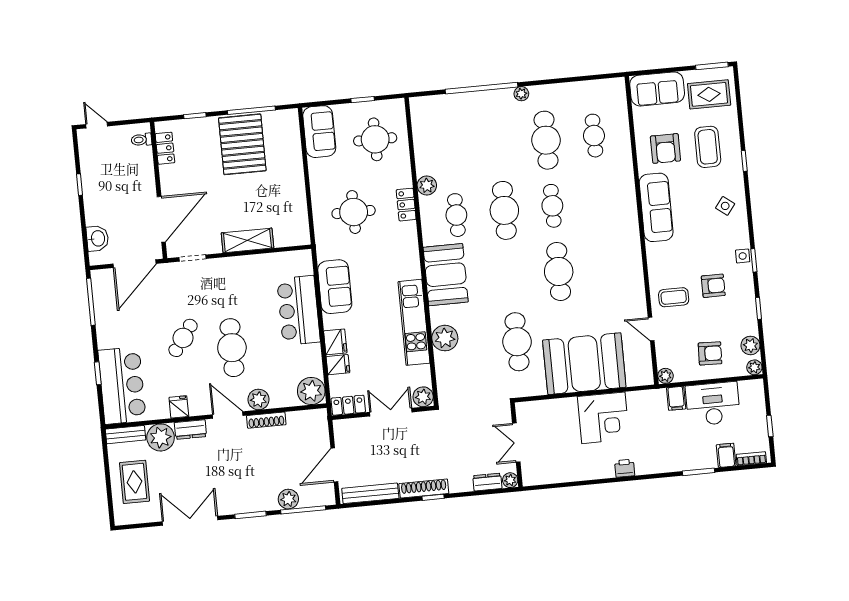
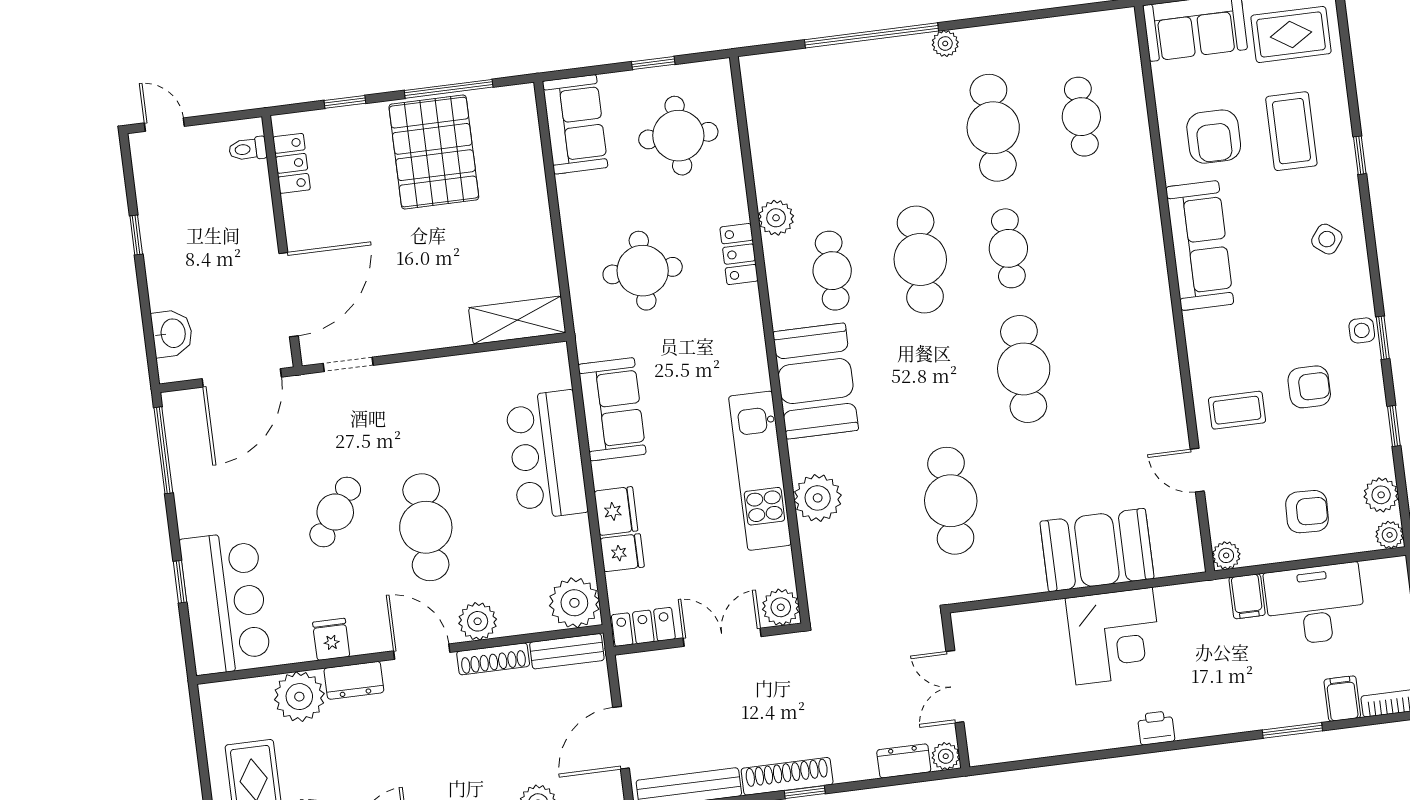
shelving: (247, 240) -> (517, 320), moved
booth: (584, 364) -> (1097, 550), width x0.73, depth x0.70
bench: (125, 435) -> (567, 651), moved

